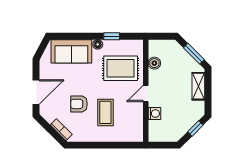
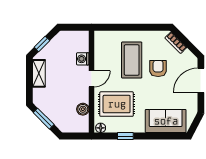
floor lamp: (98, 44) -> (101, 128), moved
shelving: (198, 86) -> (39, 73), moved
armchair: (79, 104) -> (158, 68), turned -90
coffee table: (105, 112) -> (132, 60), width x1.36, depth x1.32

